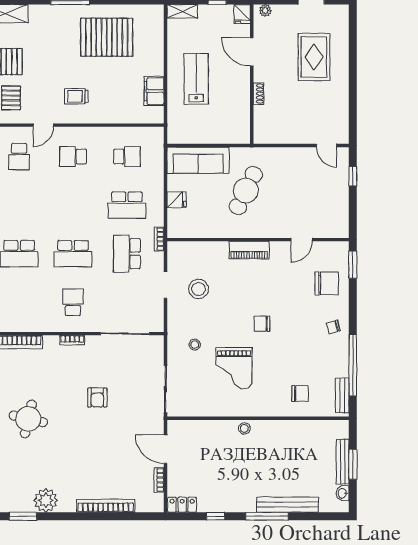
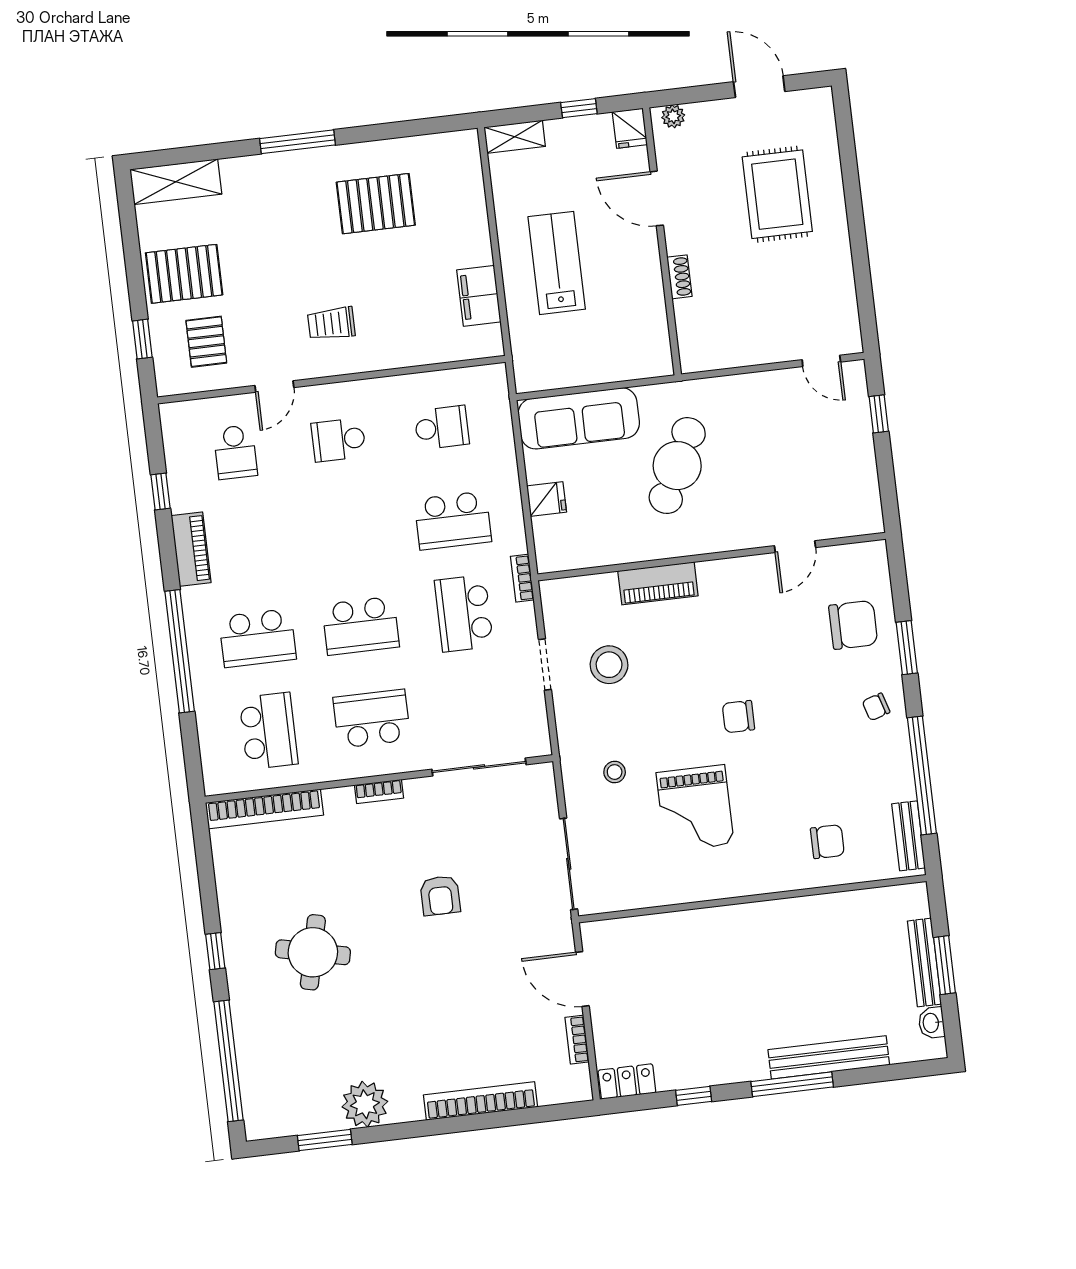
pallet: (107, 37) -> (376, 204), width x0.73, depth x0.71
piano: (249, 250) -> (658, 583), moved
window: (353, 265) -> (907, 648), moved
school desk: (19, 302) -> (269, 731), added
school desk: (73, 302) -> (372, 719), width x1.85
stool: (244, 428) -> (729, 921), removed

